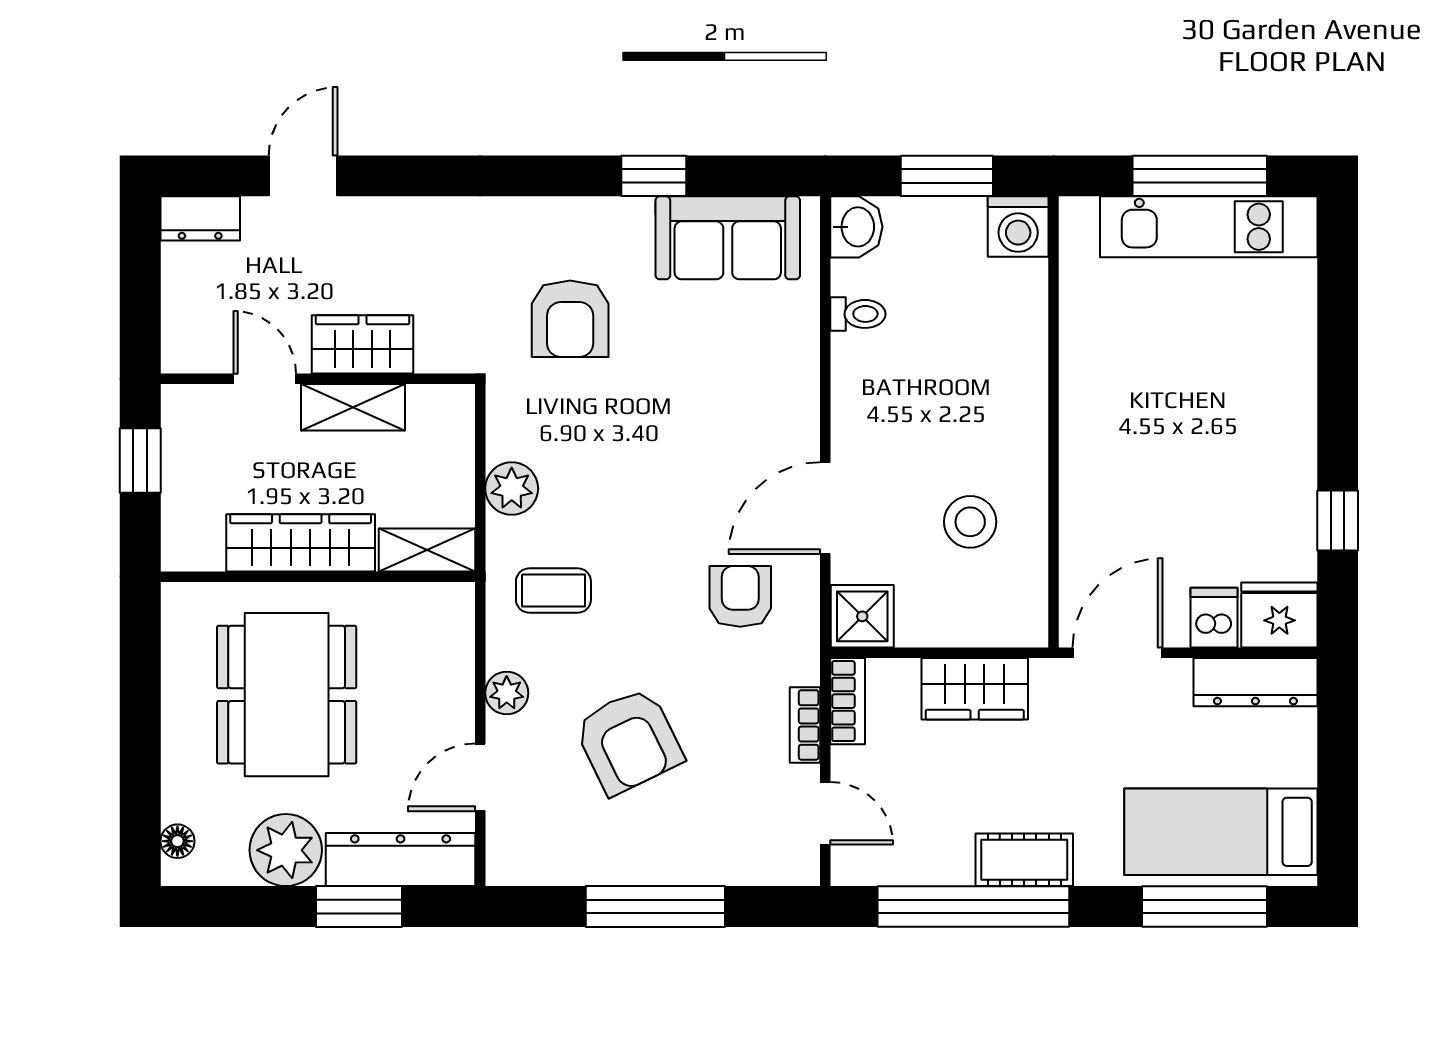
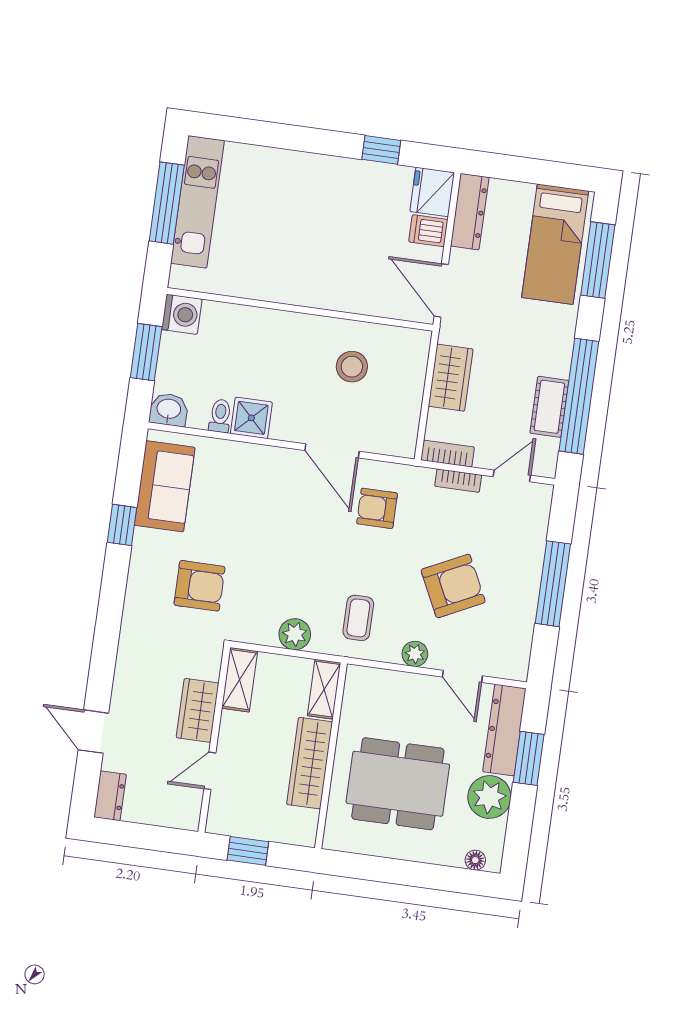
shelving: (353, 407) -> (240, 680), moved
shower: (862, 616) -> (251, 418), moved
cot: (1024, 860) -> (549, 407), moved

